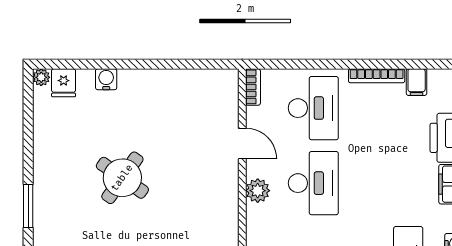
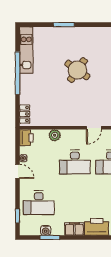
plant: (258, 191) -> (55, 135), moved

